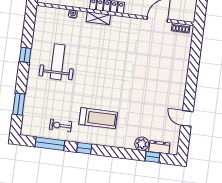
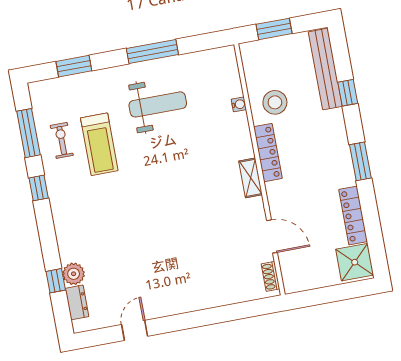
shelving: (98, 18) -> (251, 178), moved
window: (25, 55) -> (152, 52), width x2.17
treadmill: (98, 118) -> (99, 144), moved
window: (152, 157) -> (56, 281), moved

